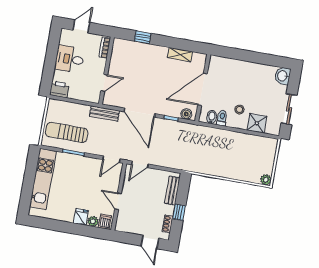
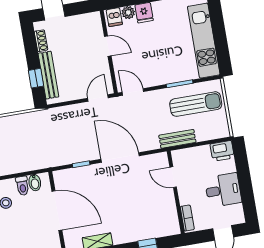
door: (104, 83) -> (173, 177), hinge flipped
door: (202, 89) -> (57, 211), hinge flipped
bench: (104, 114) -> (177, 139), moved
boiler: (186, 114) -> (65, 175), removed
door: (111, 159) -> (133, 92), hinge flipped
bench: (172, 191) -> (48, 75), width x1.36
window: (179, 212) -> (36, 78), moved

